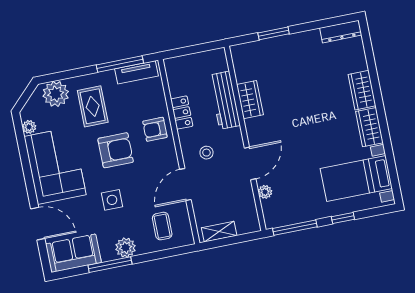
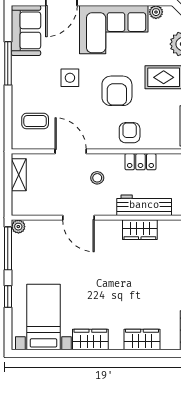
wardrobe: (362, 90) -> (142, 339), moved
plant: (265, 192) -> (18, 227), moved
plant: (126, 248) -> (21, 82), removed

